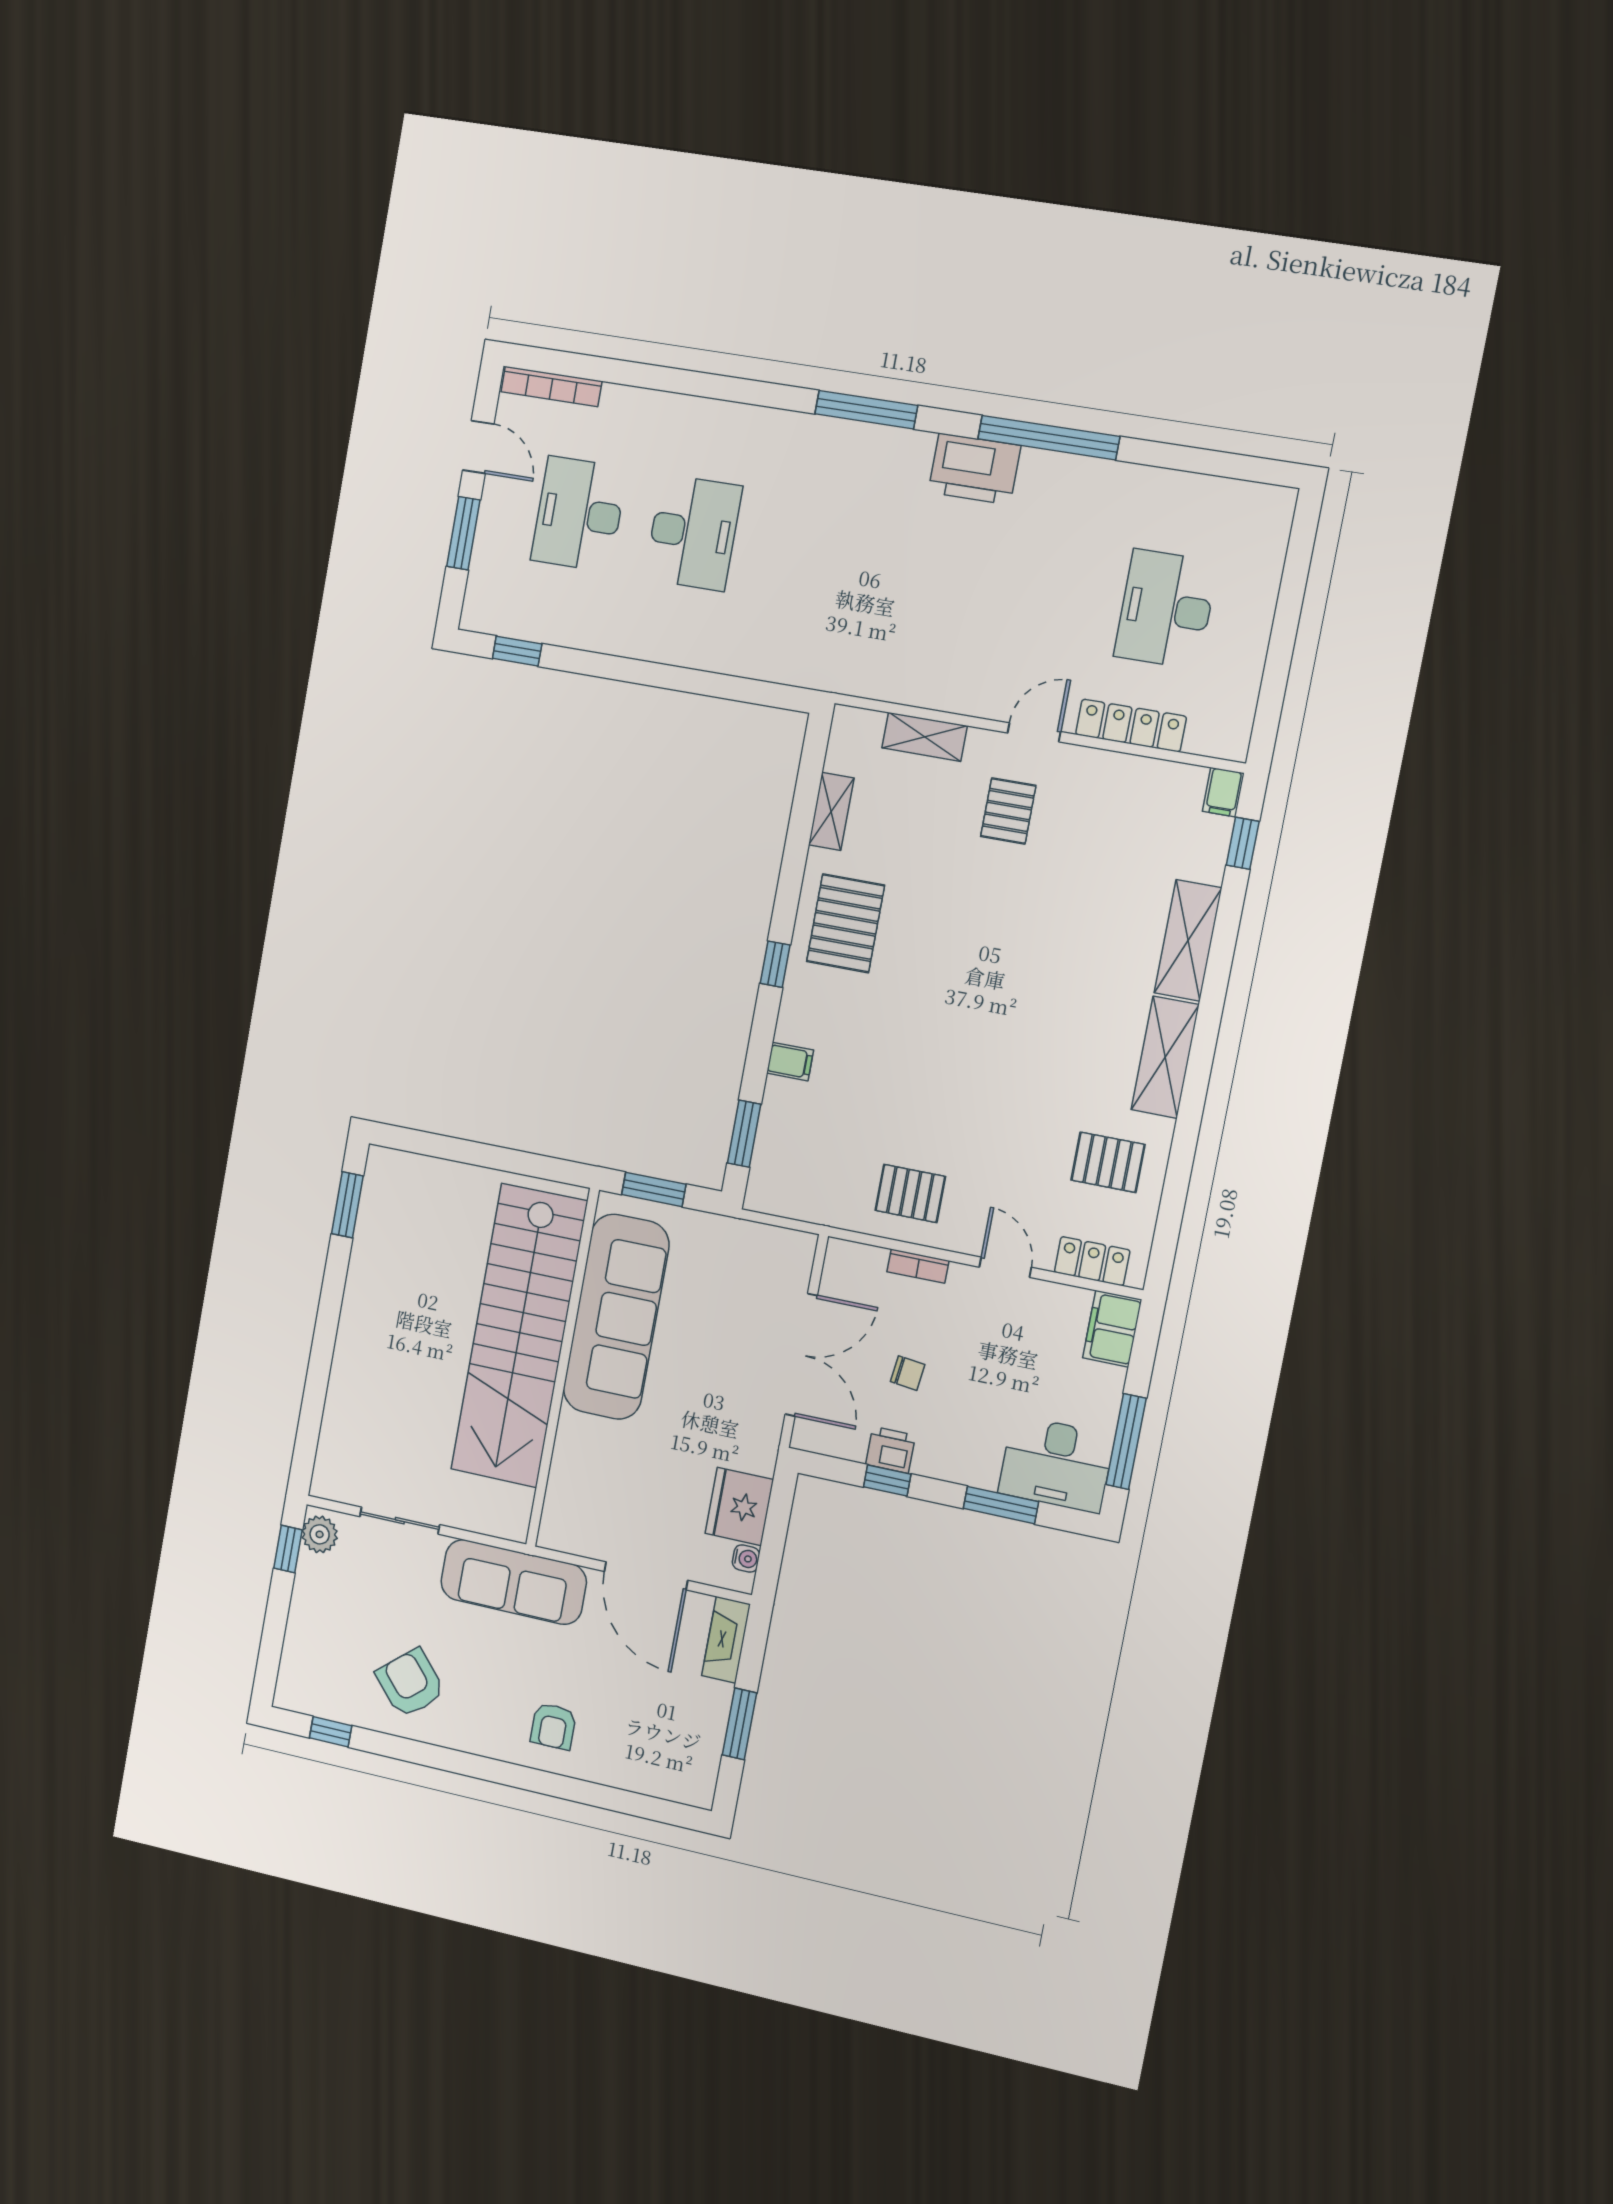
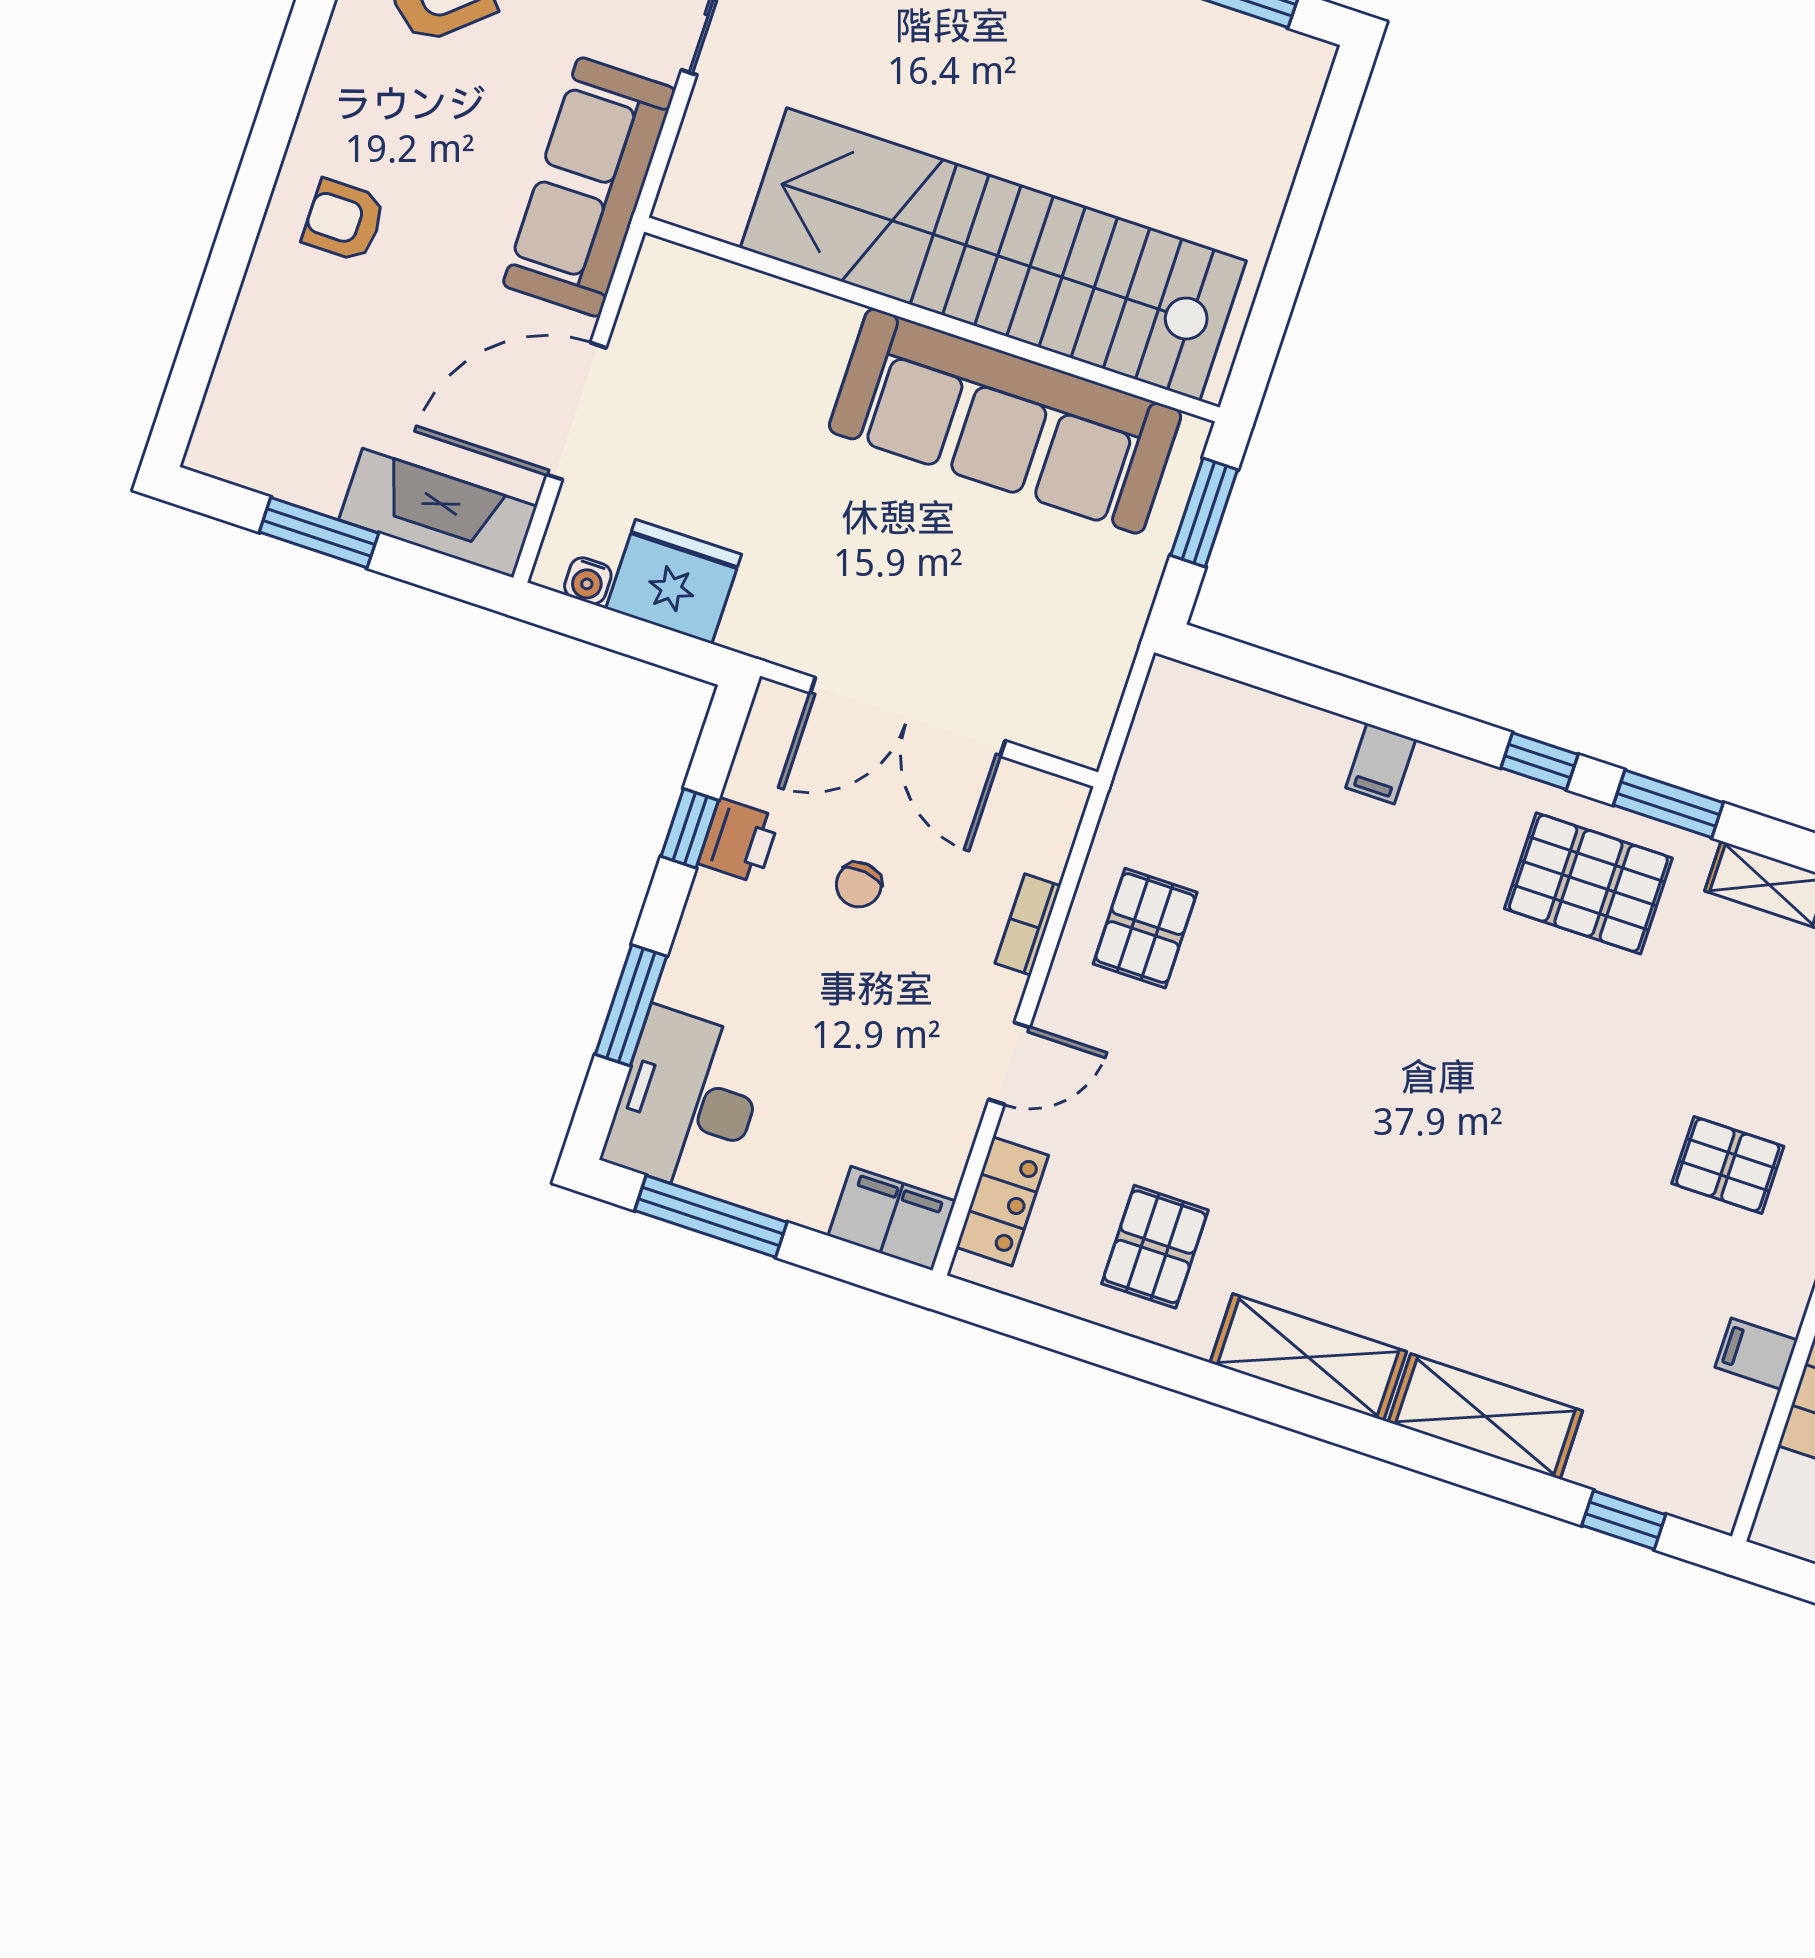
filing cabinet: (1223, 792) -> (1756, 1354), moved
window: (744, 1134) -> (1668, 804), moved
fireplace: (726, 1640) -> (438, 513), width x1.37, depth x1.32

